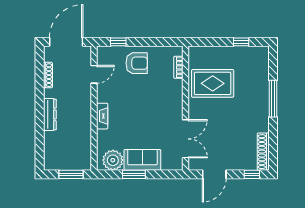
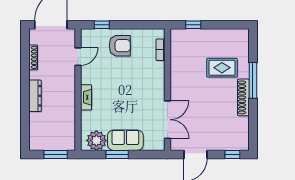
window: (241, 42) -> (193, 25), moved
rug: (213, 83) -> (222, 68), moved, width x0.73, depth x0.70
shoe rack: (263, 152) -> (243, 97), moved

